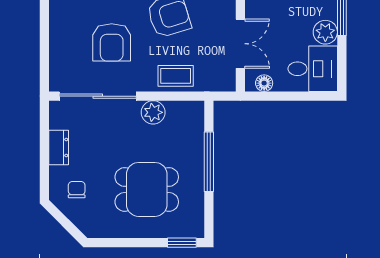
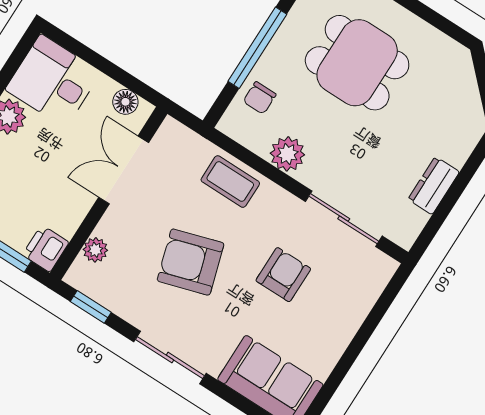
armchair: (112, 42) -> (283, 275), width x0.72, depth x0.72
sliding door: (98, 96) -> (344, 219), width x0.73
chair: (77, 190) -> (260, 98), moved

